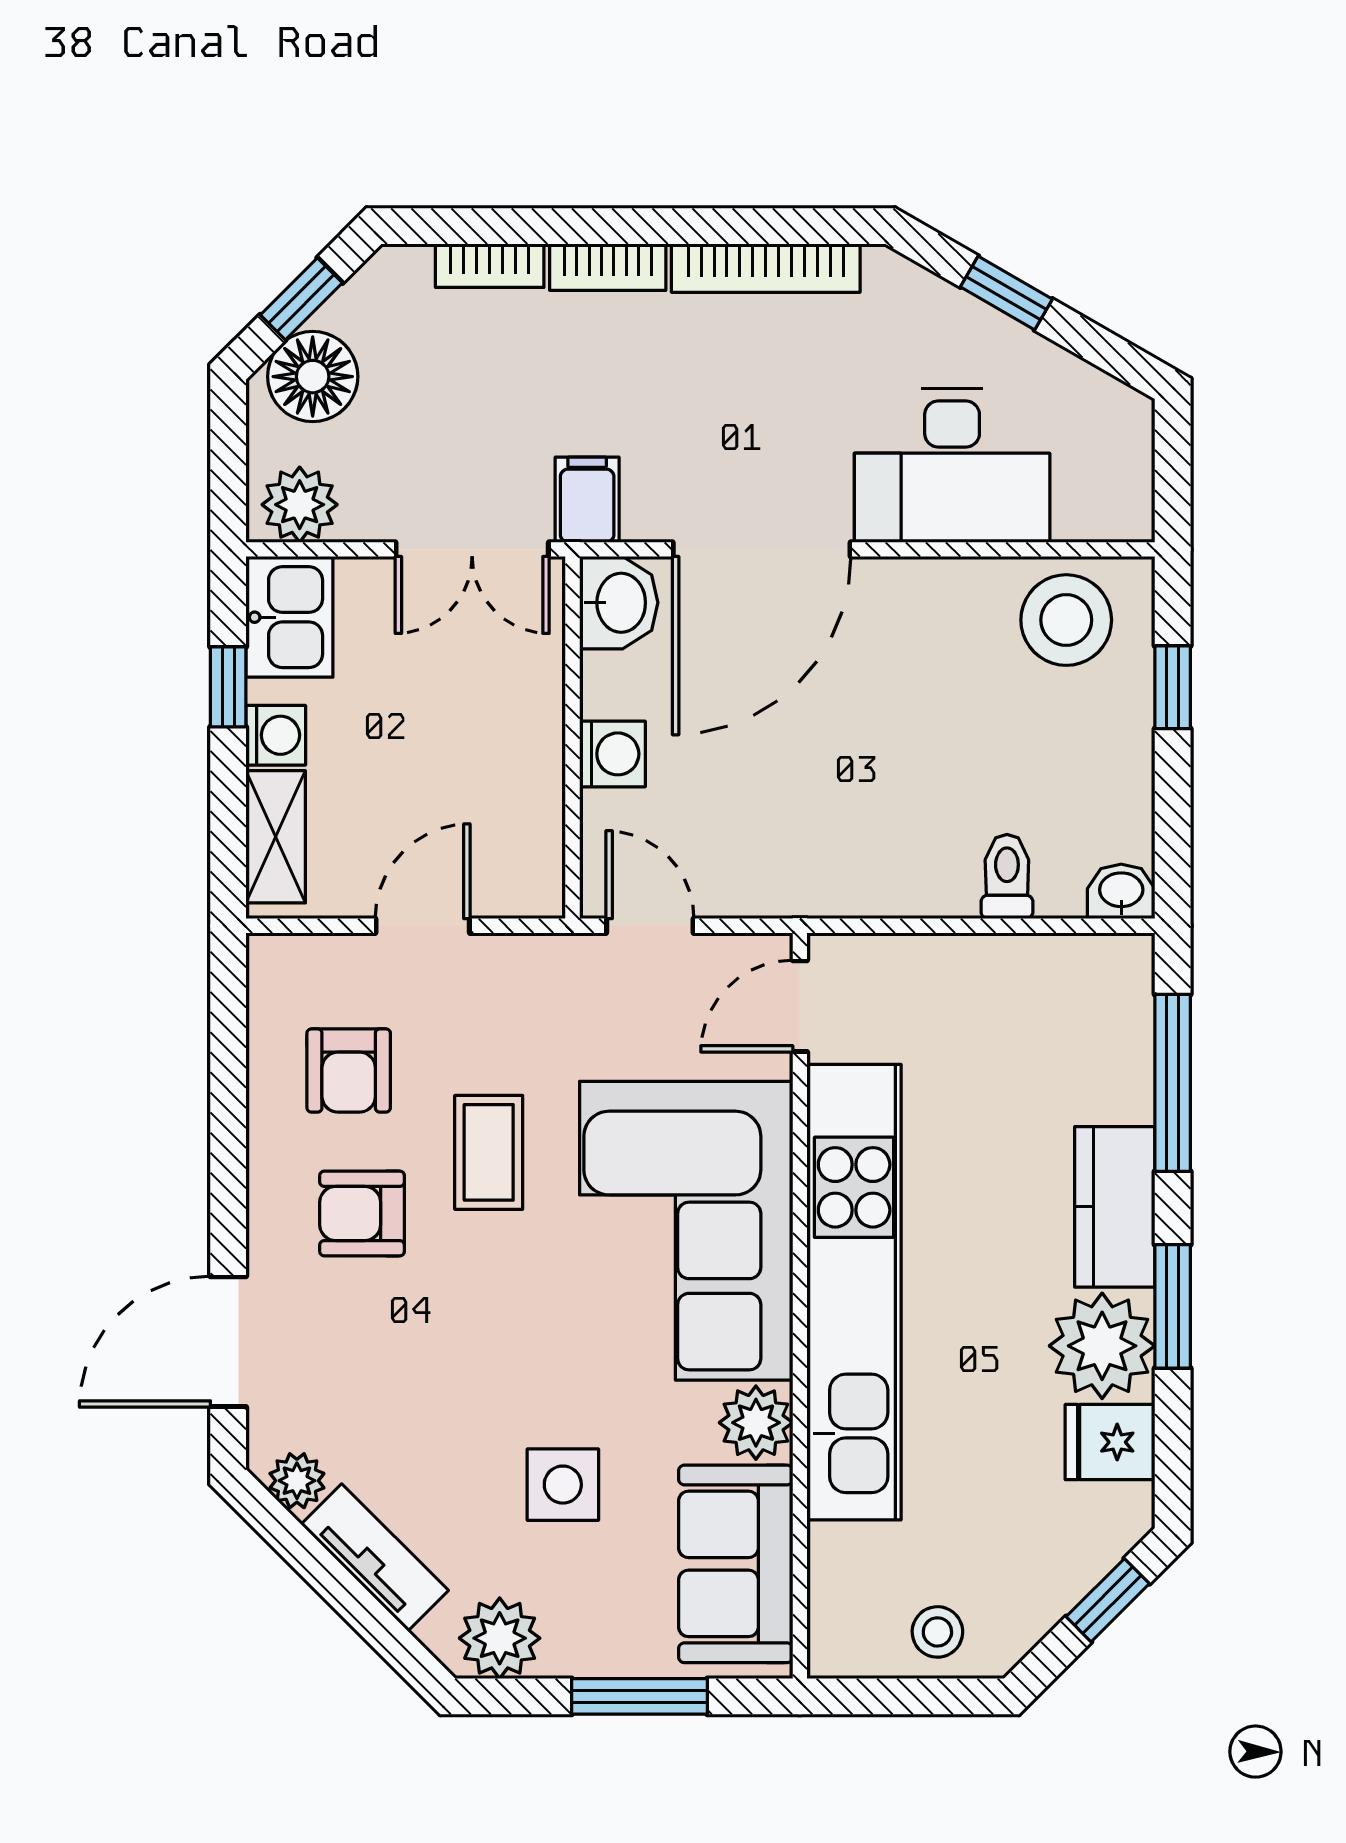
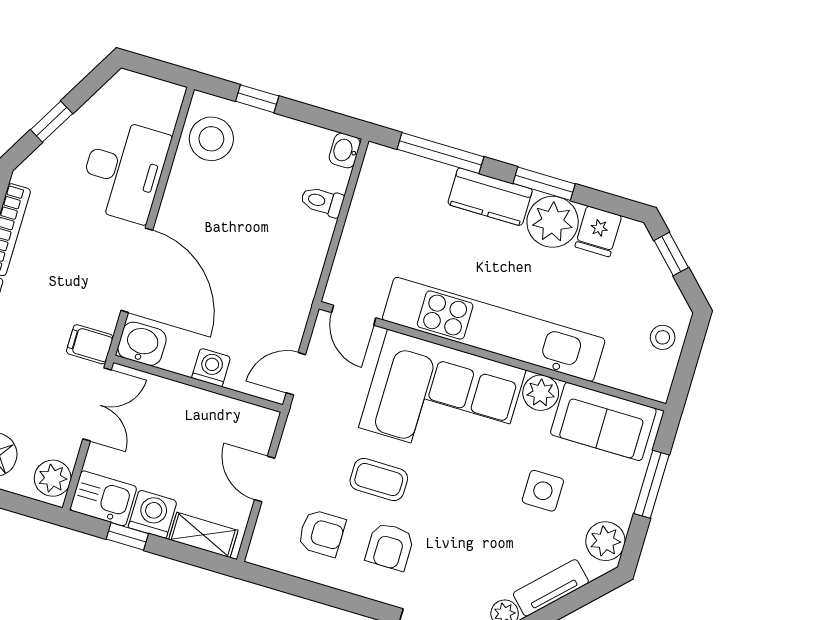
washing machine: (276, 735) -> (153, 514), width x1.38, depth x1.38

